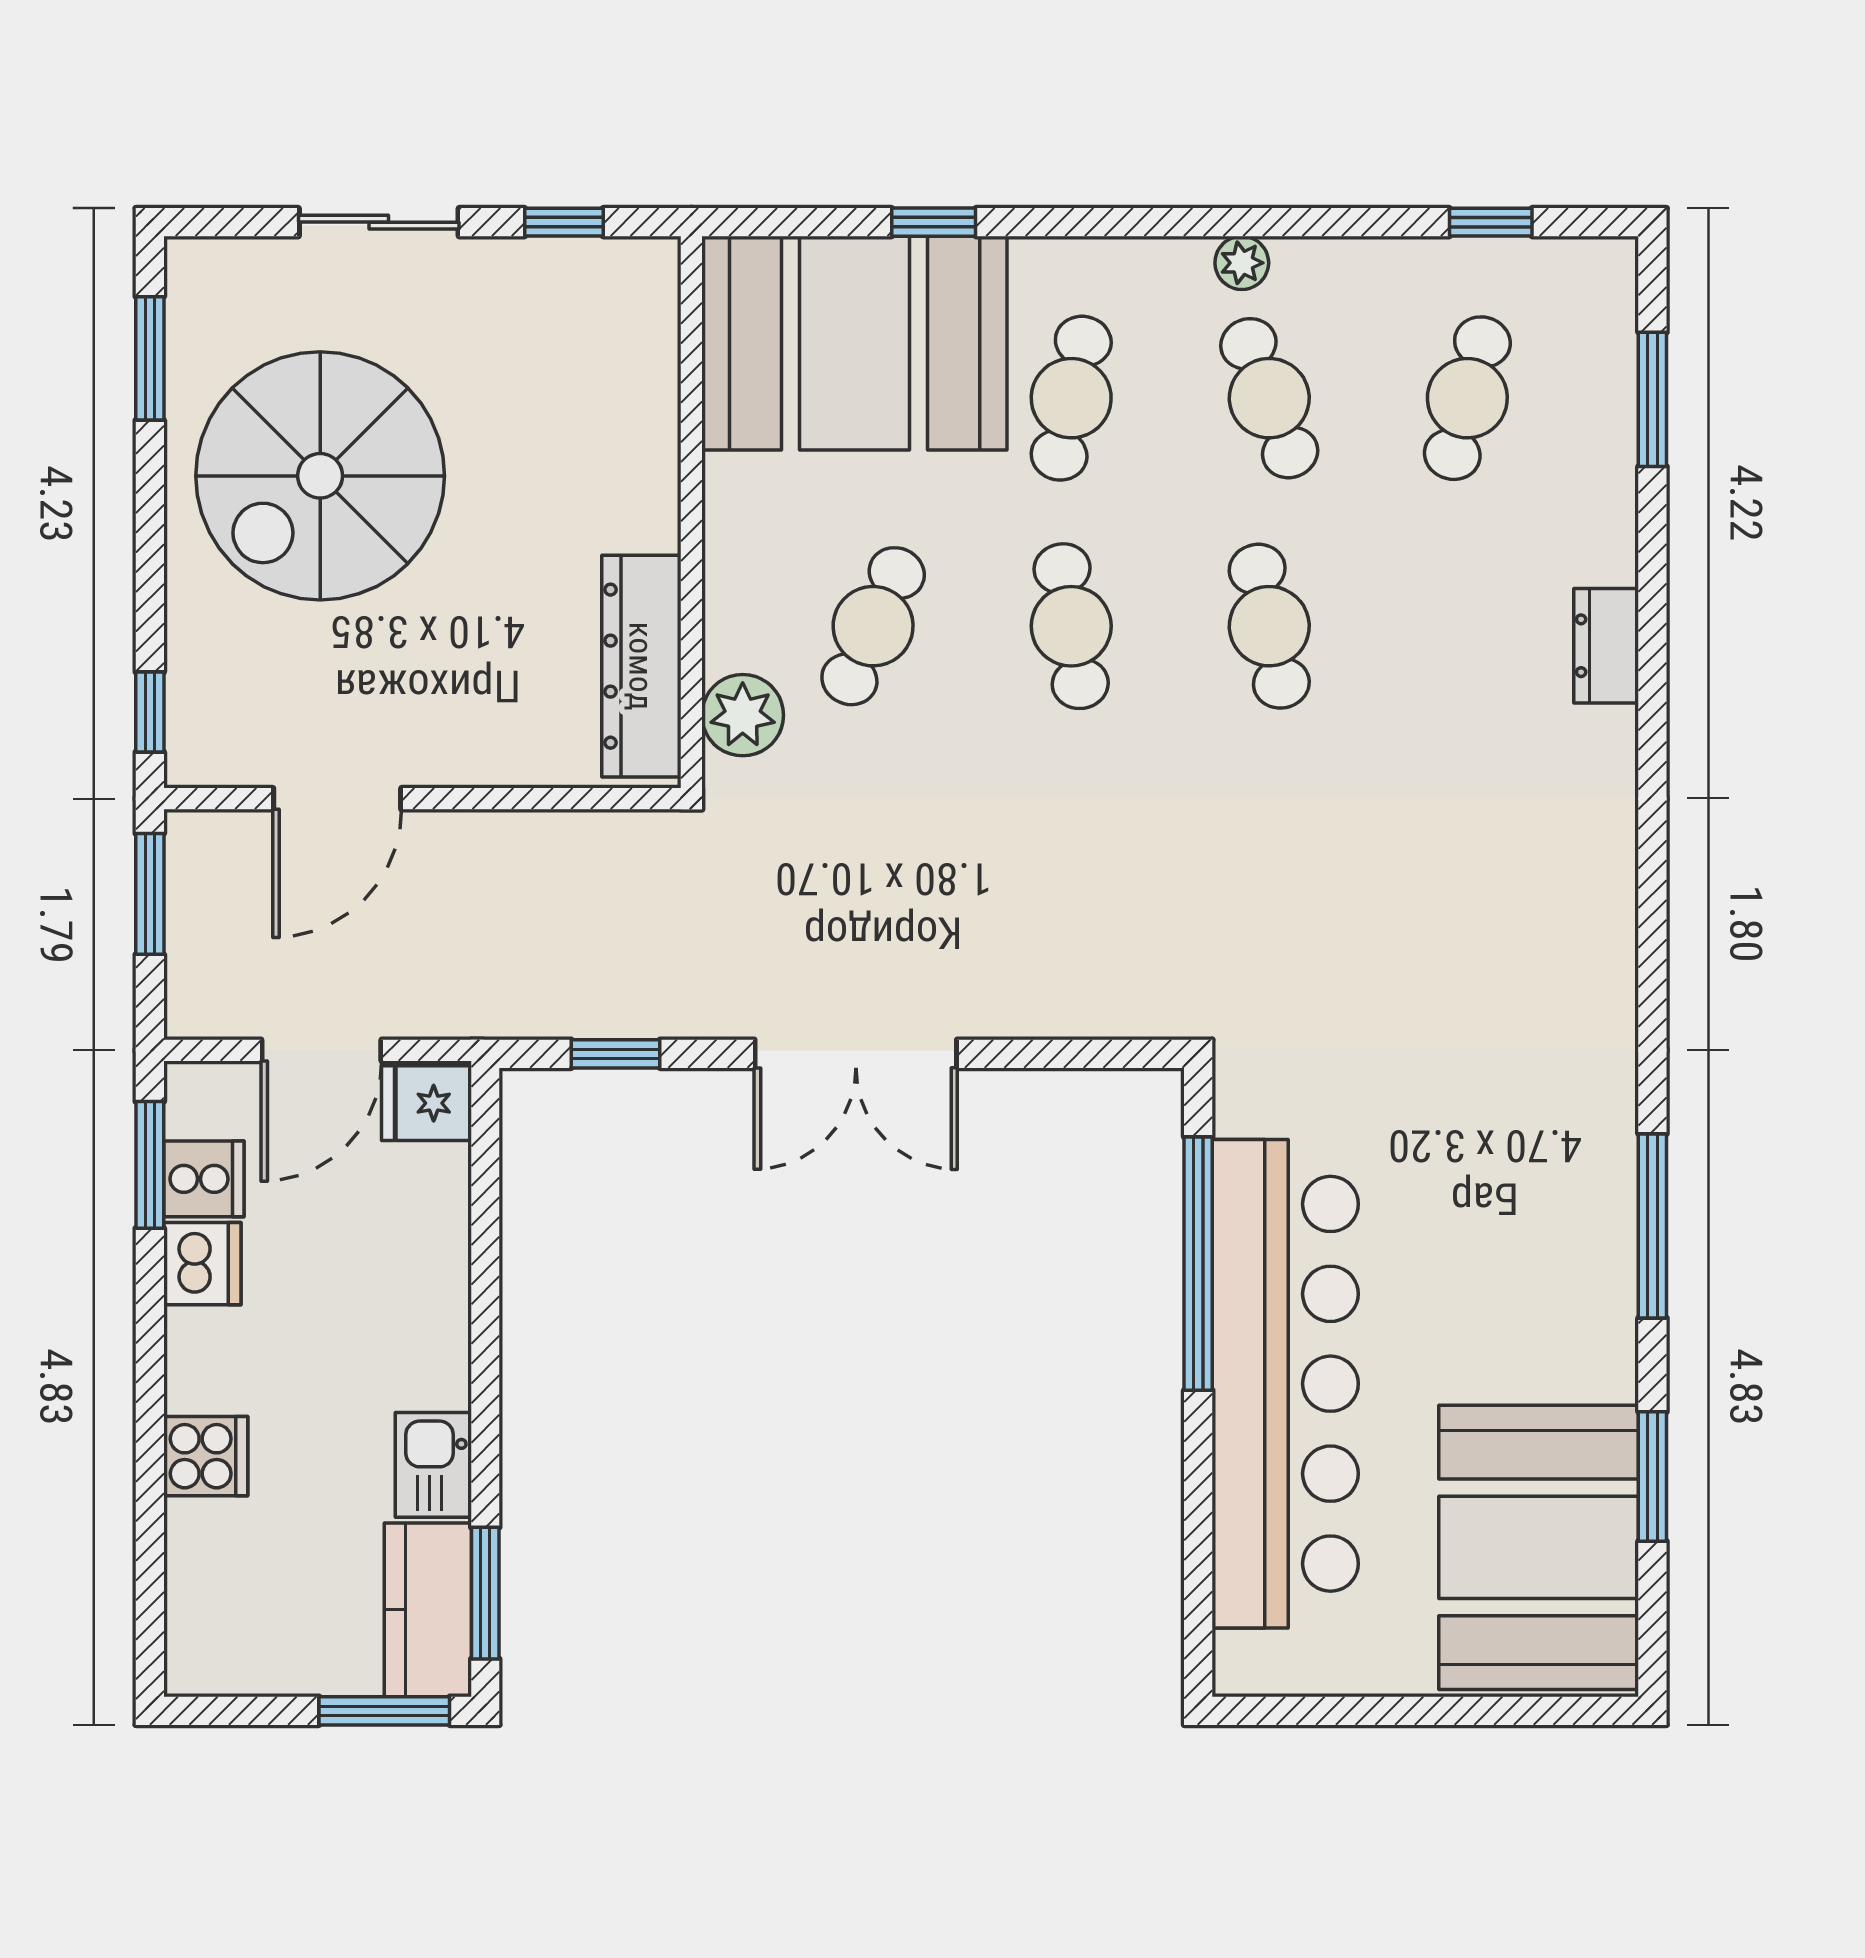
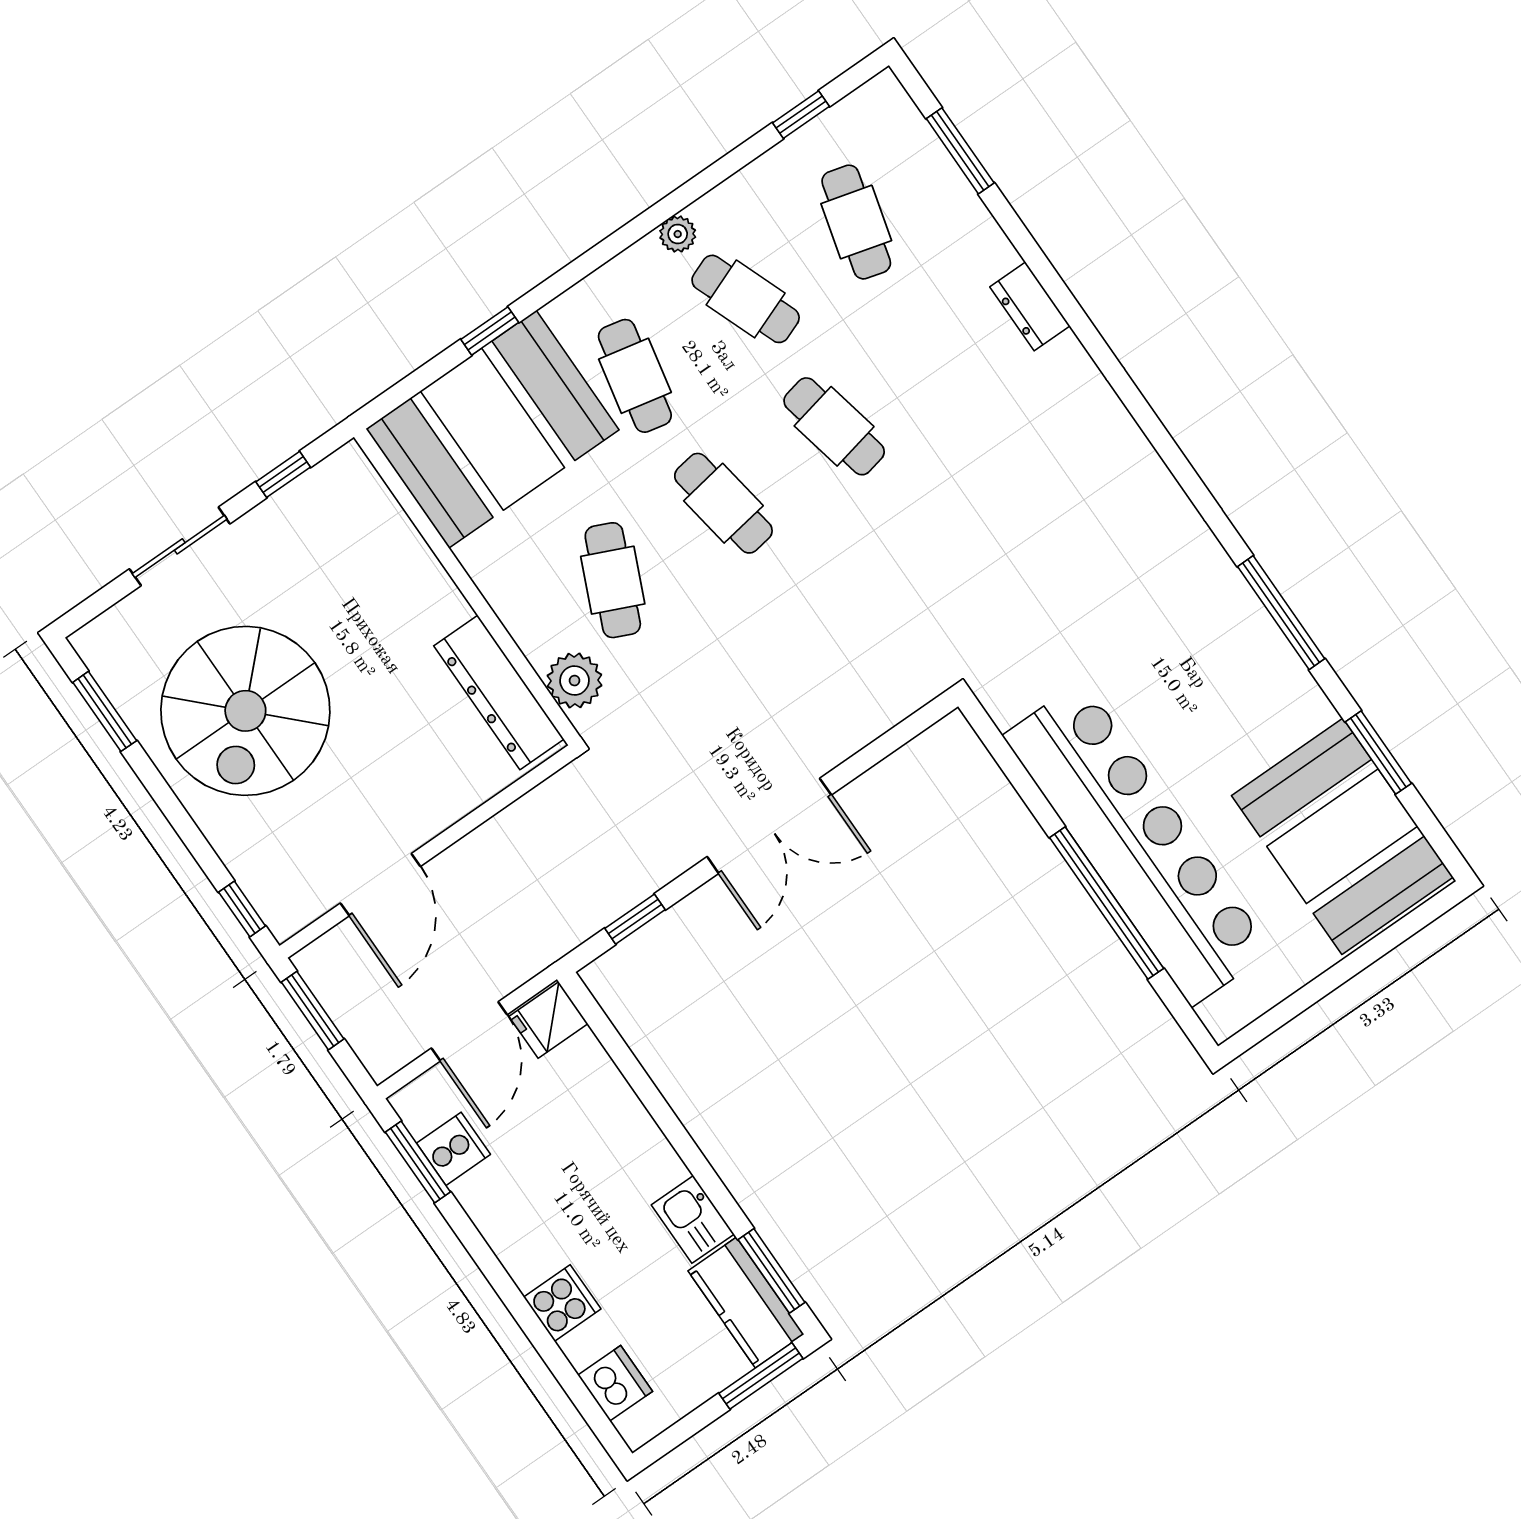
dishwasher: (202, 1264) -> (615, 1383), moved
window: (1198, 1264) -> (1107, 903), moved

